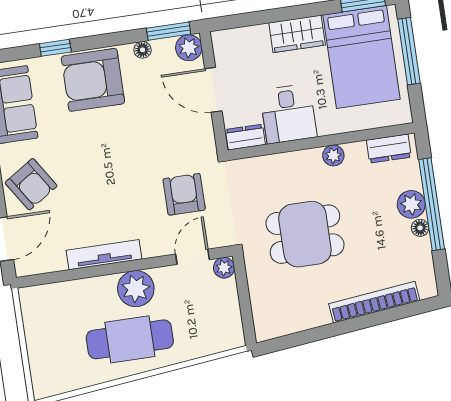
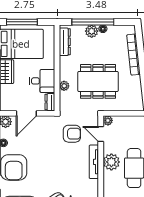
dresser: (389, 149) -> (65, 42), width x1.44
plant: (333, 155) -> (64, 86), moved
armchair: (184, 194) -> (72, 134), turned 180
dining table: (305, 234) -> (98, 81), width x1.38
tv unit: (104, 255) -> (94, 162), moved

